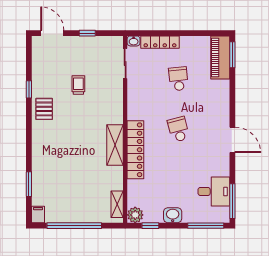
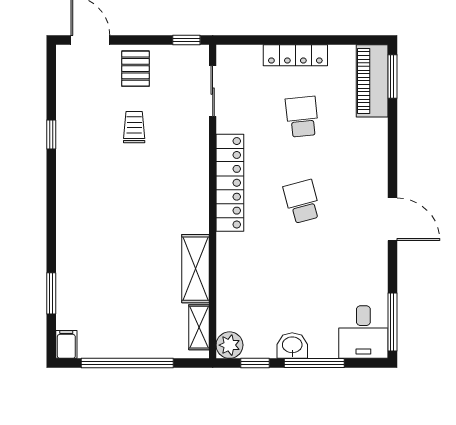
window: (87, 33) -> (186, 40), moved
washbasin: (134, 41) -> (227, 53), removed
locker: (160, 42) -> (295, 55), moved
pallet: (44, 109) -> (136, 69), moved
shelving: (115, 145) -> (196, 269), moved
locker: (135, 150) -> (230, 183), moved
desk: (214, 191) -> (363, 332), moved, turned 90
window: (206, 226) -> (314, 363), moved

